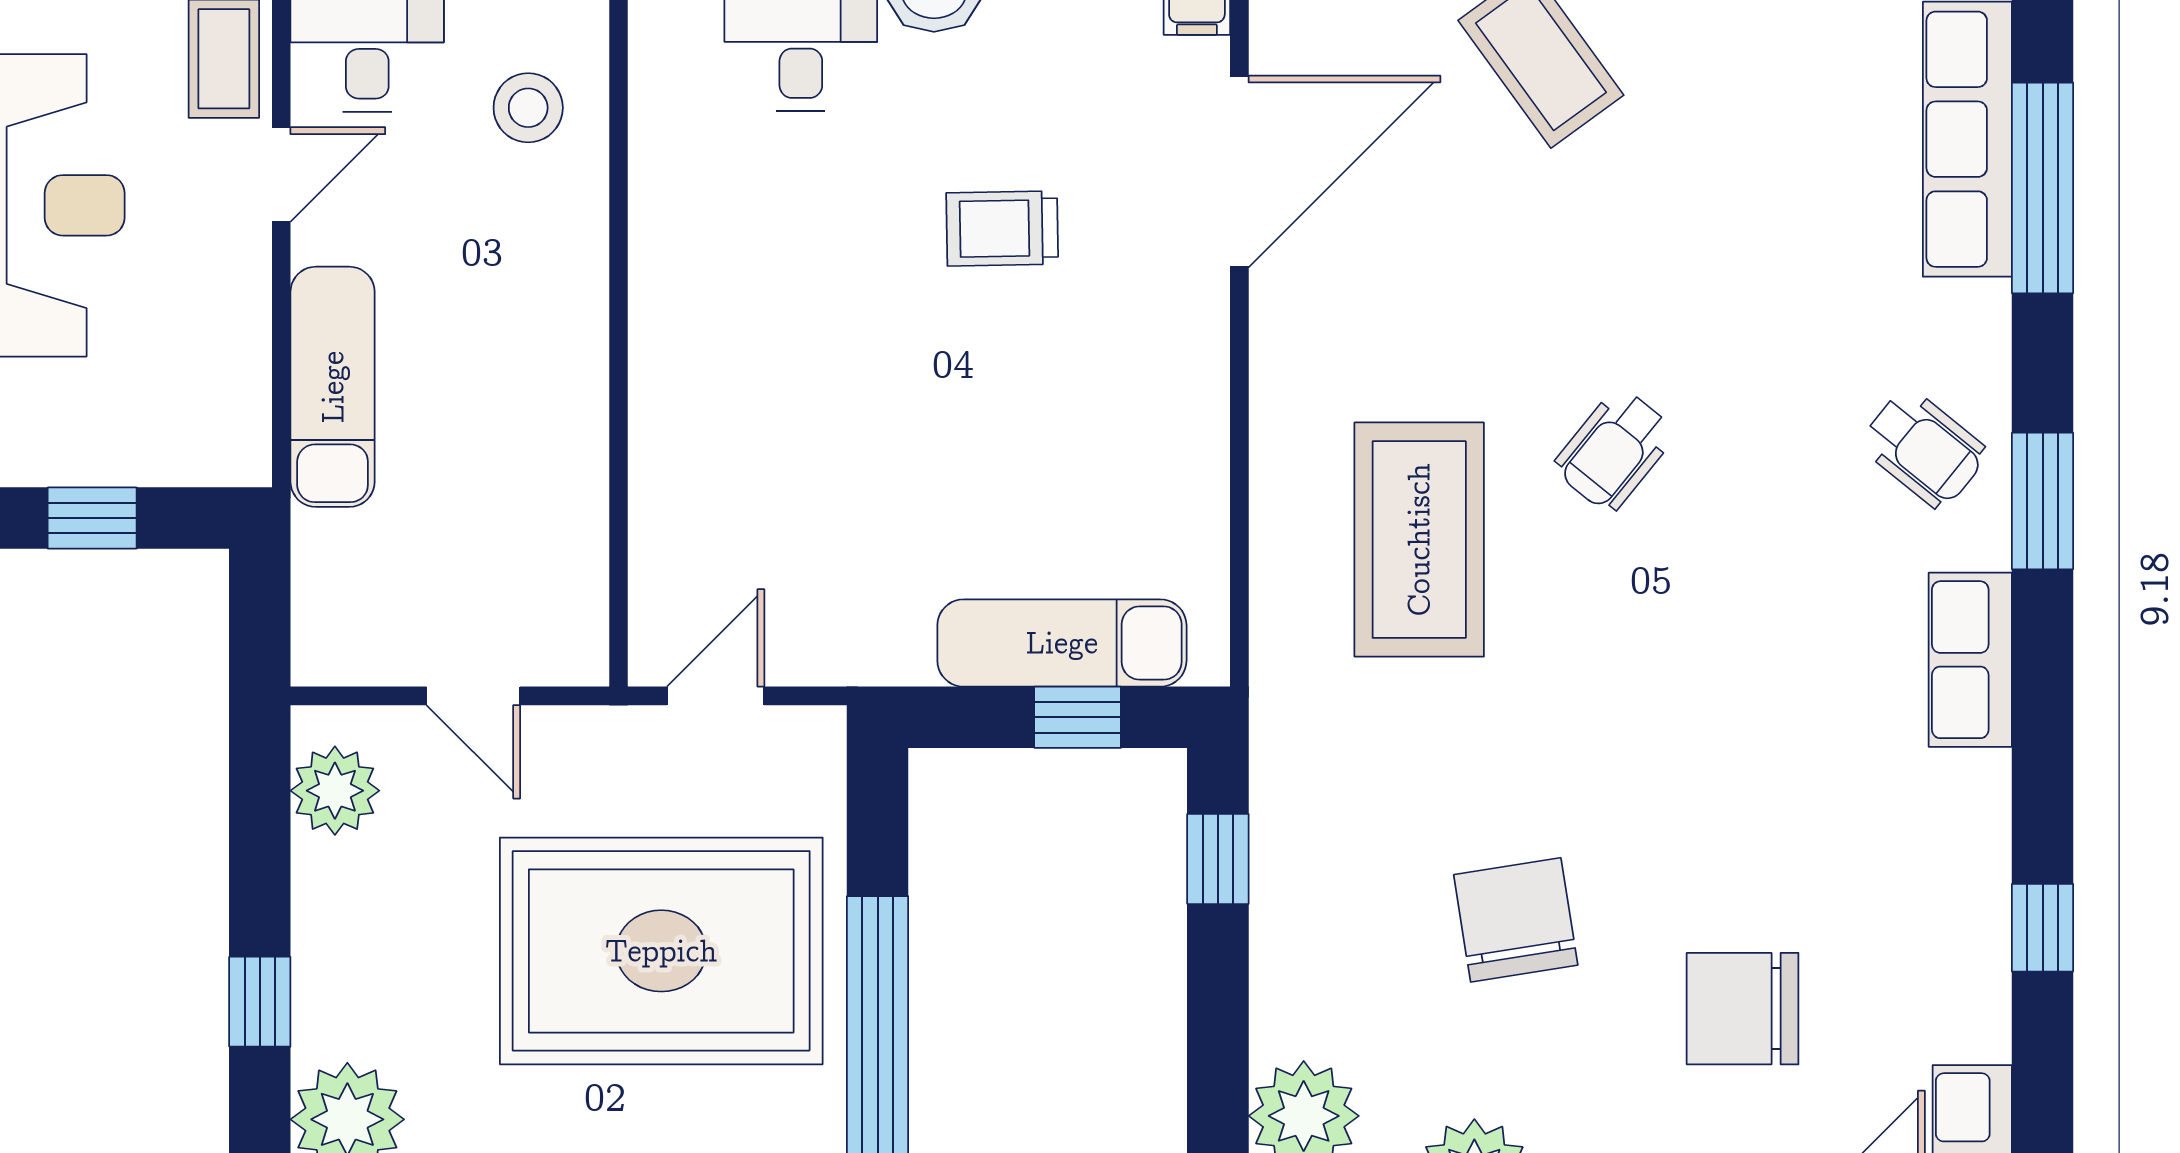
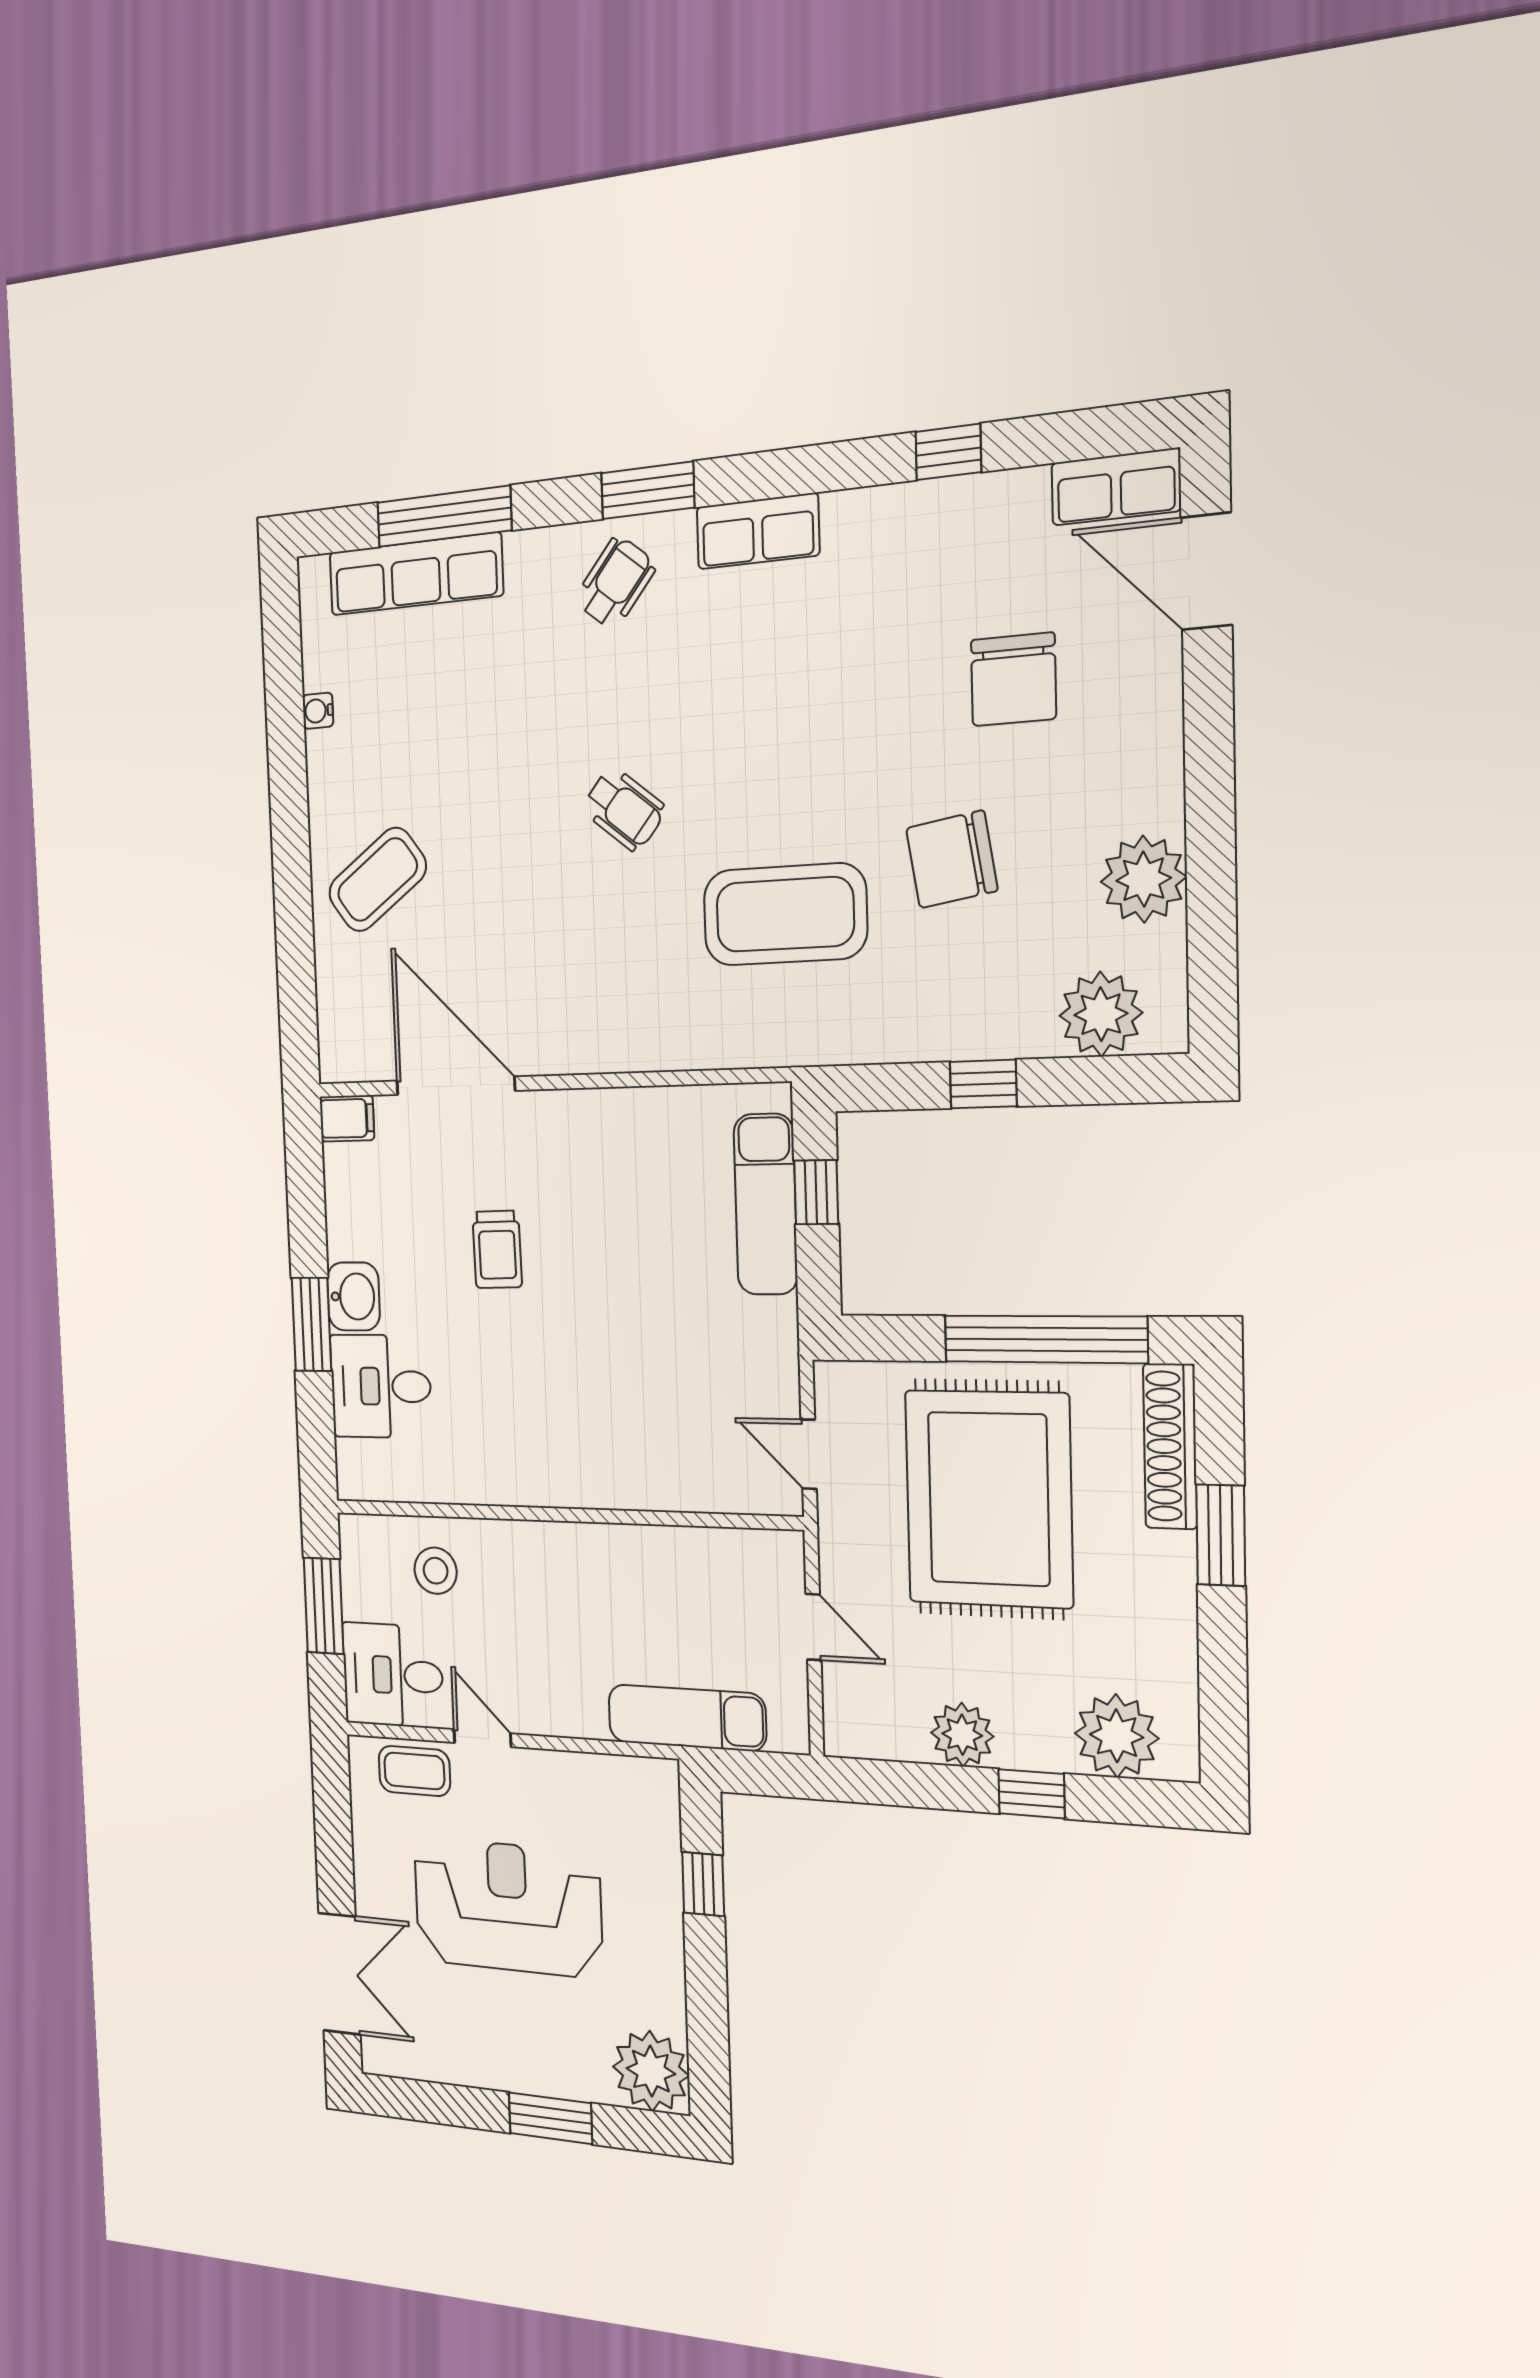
exam couch: (333, 387) -> (687, 1718), moved
coffee table: (1419, 540) -> (785, 914), moved
door: (473, 696) -> (813, 1627), hinge flipped
plant: (335, 791) -> (962, 1735), moved
window: (1218, 859) -> (983, 1084), moved

